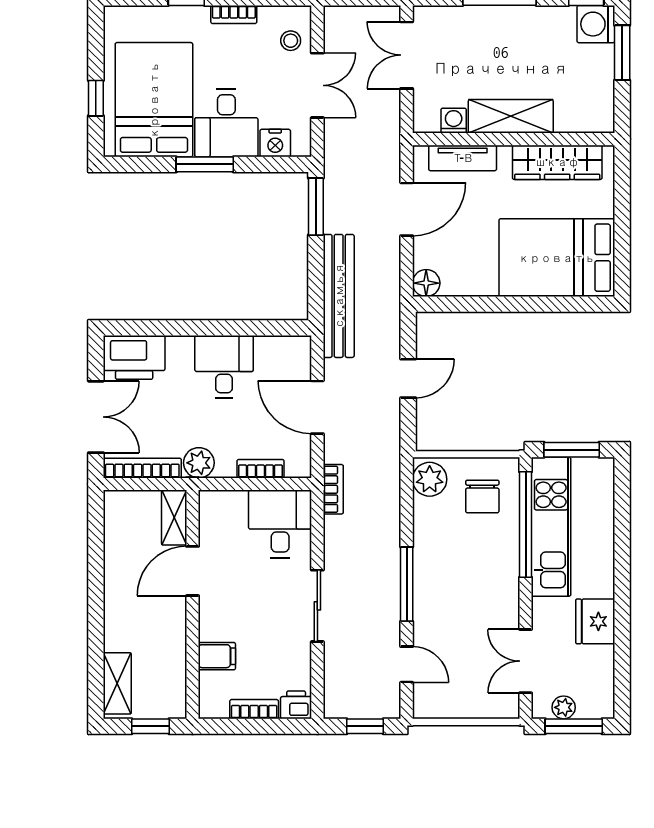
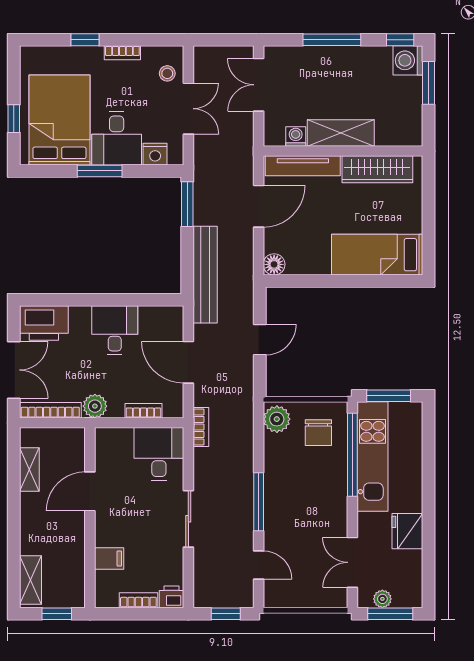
tv unit: (463, 158) -> (303, 166), width x1.41
bed: (557, 258) -> (377, 255), width x0.67
shelving: (174, 518) -> (29, 469), moved

